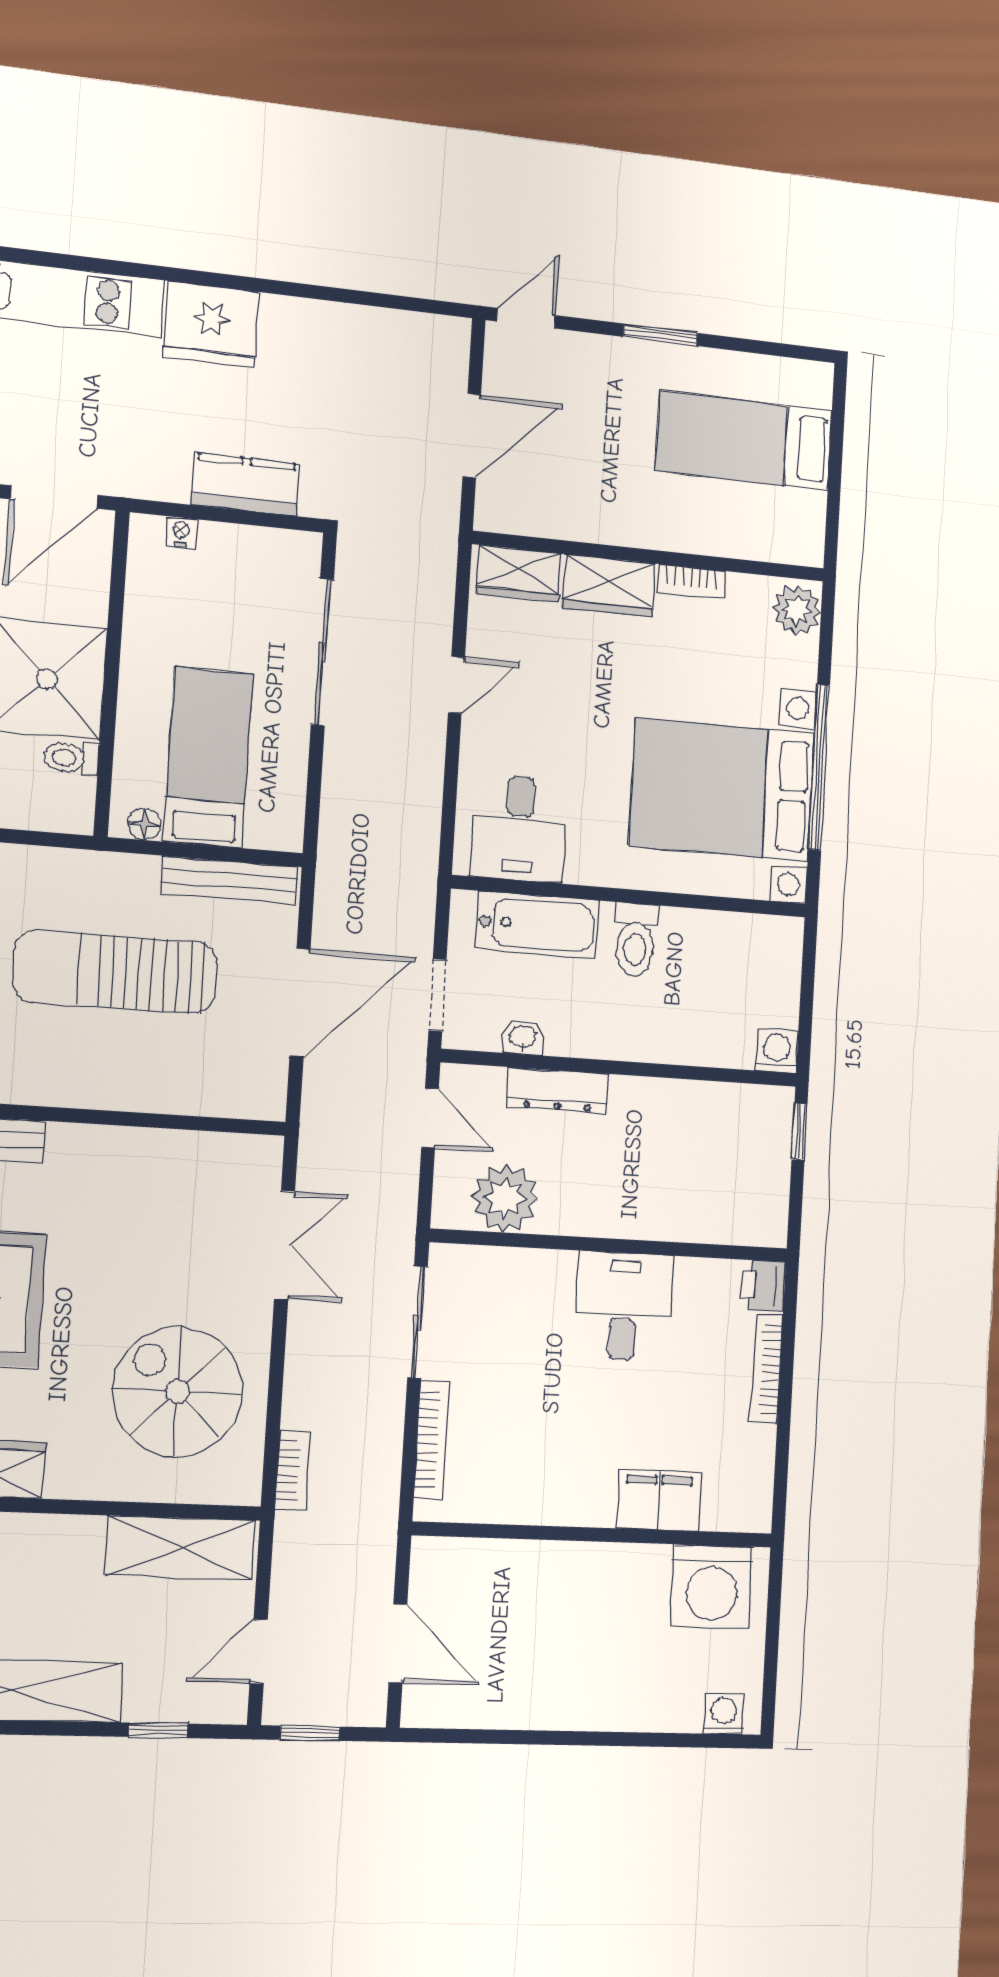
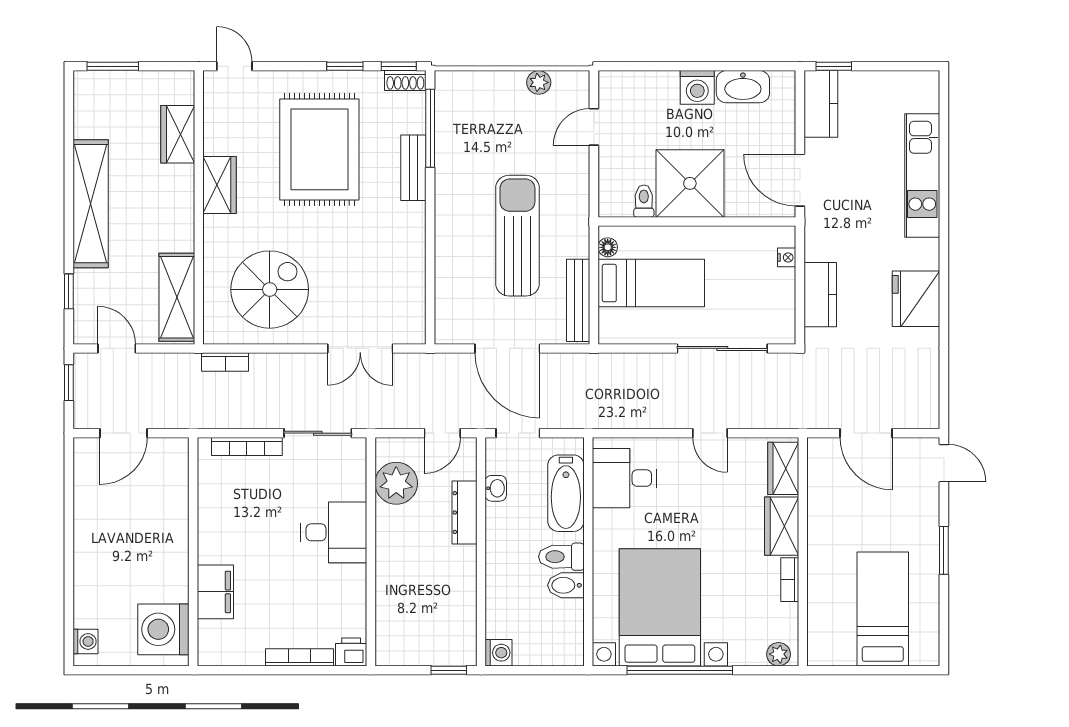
fridge: (212, 325) -> (916, 299), moved
plant: (797, 610) -> (779, 654), width x0.73, depth x0.73
bidet: (680, 936) -> (566, 585), added
desk: (623, 1306) -> (334, 532), moved

